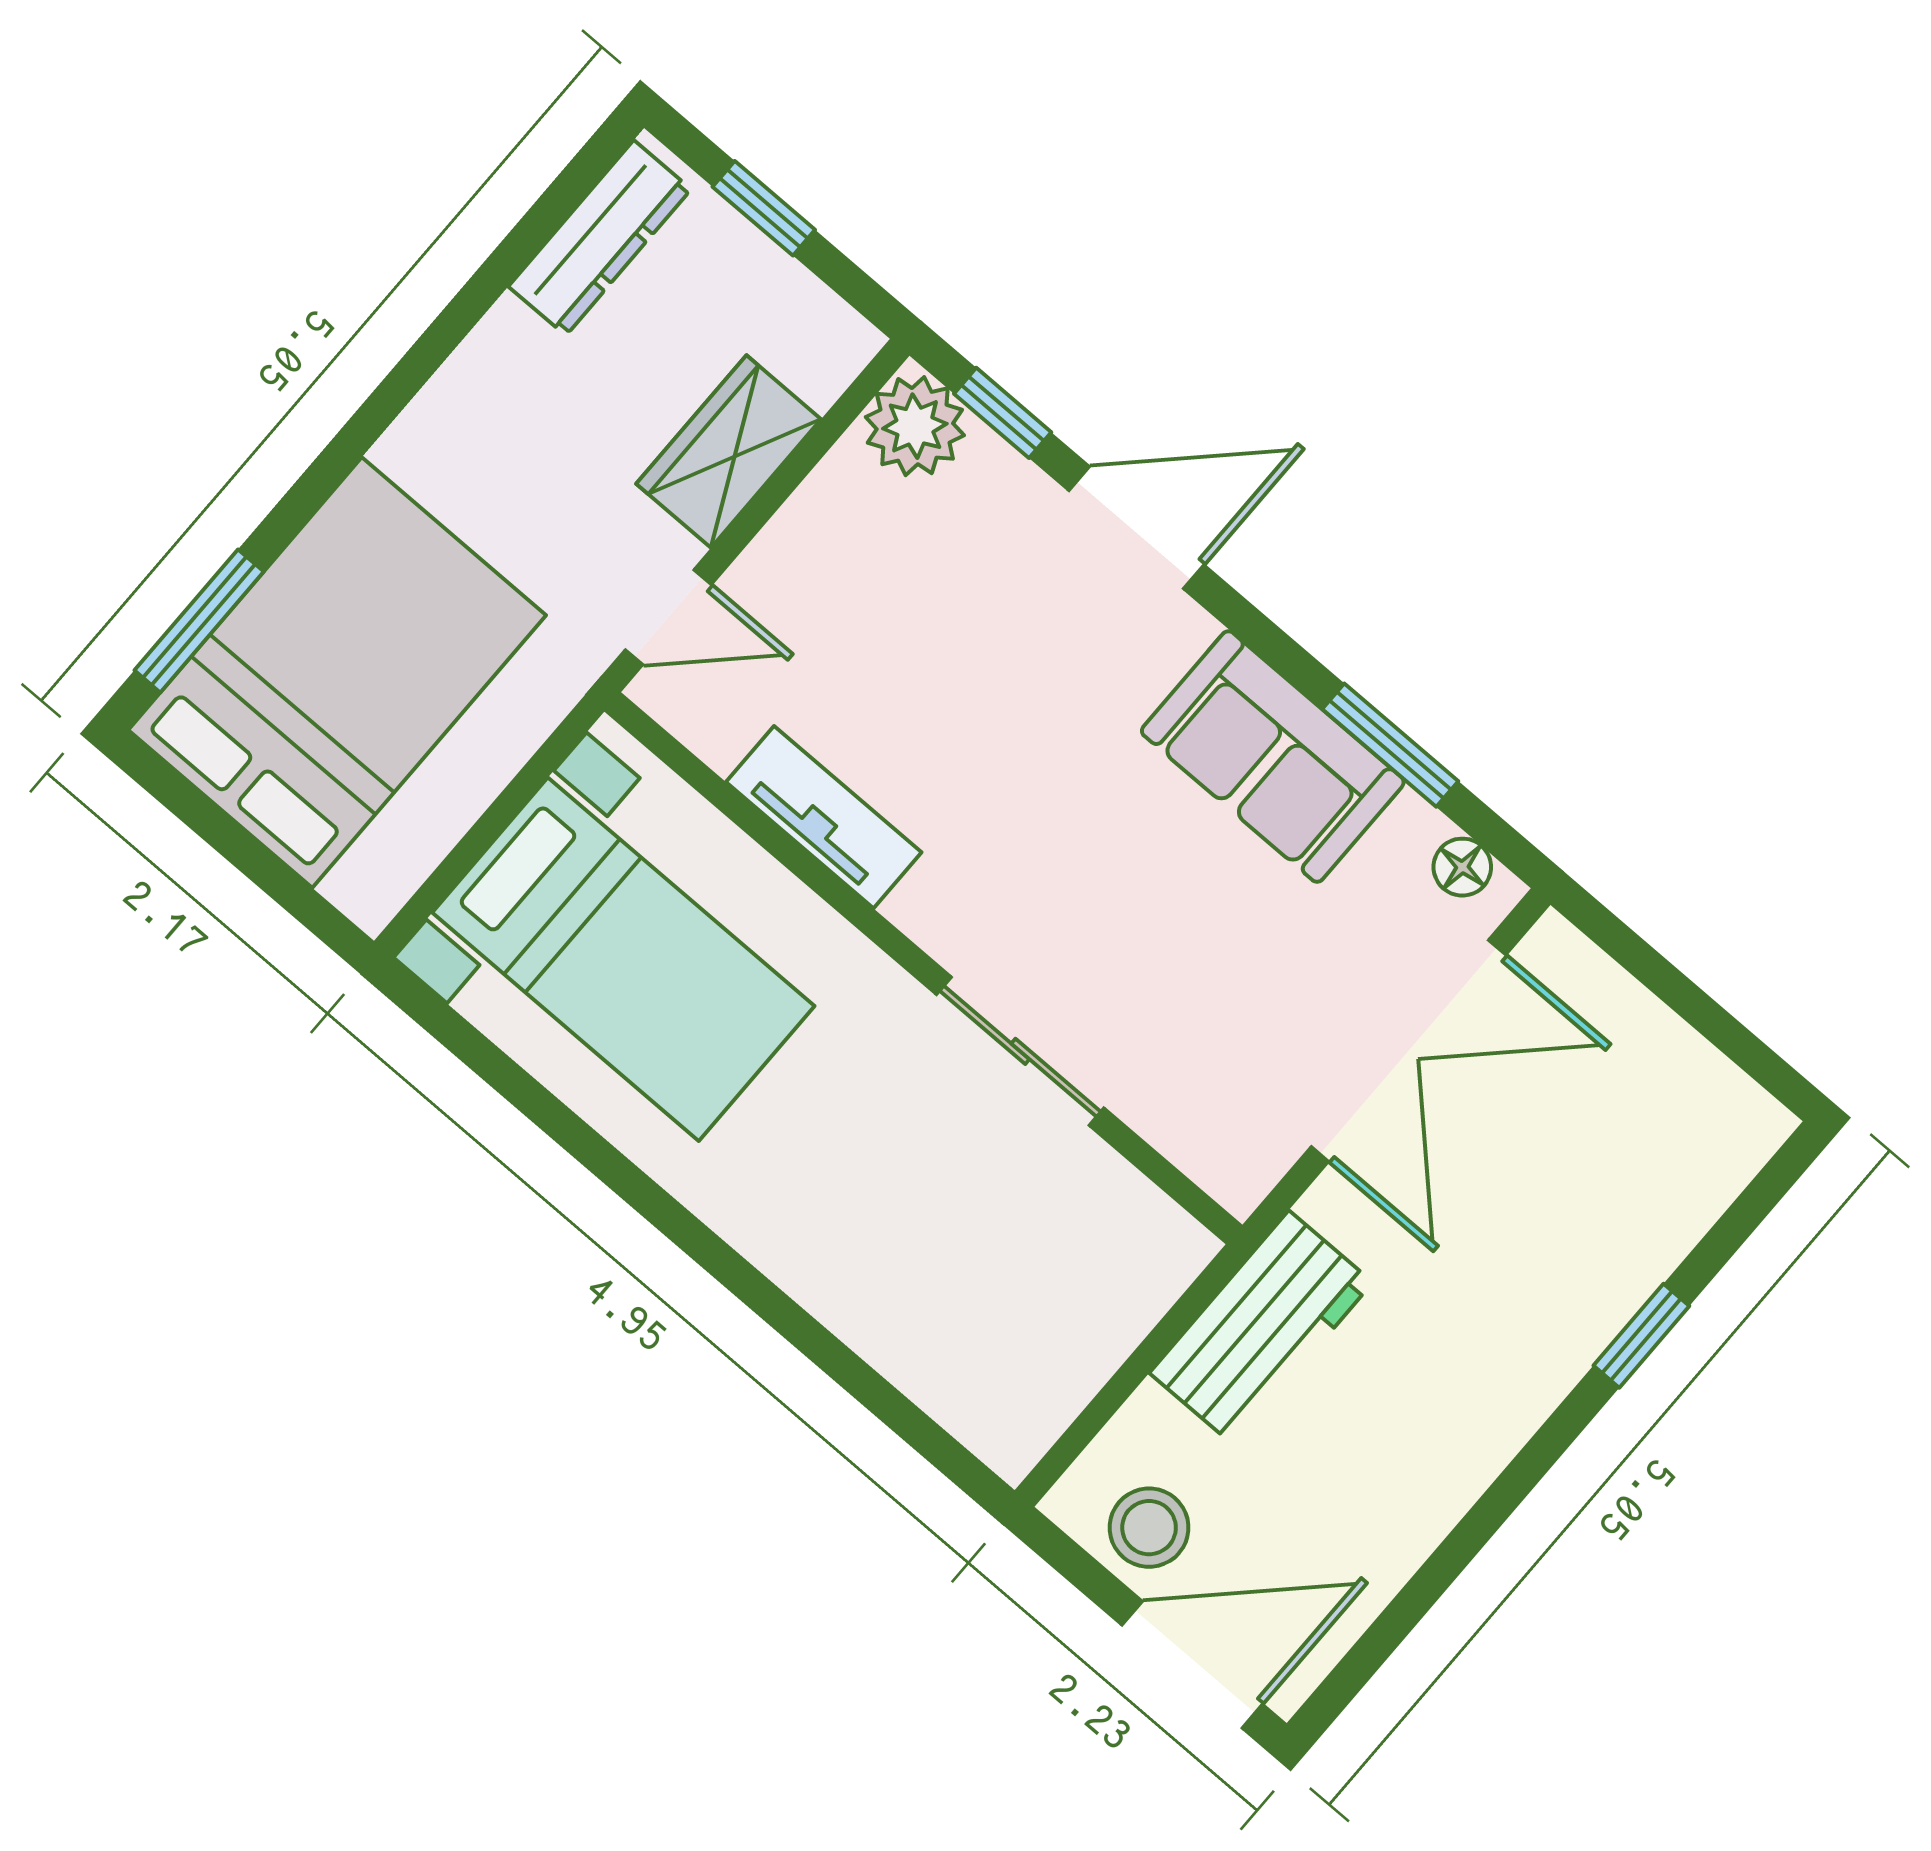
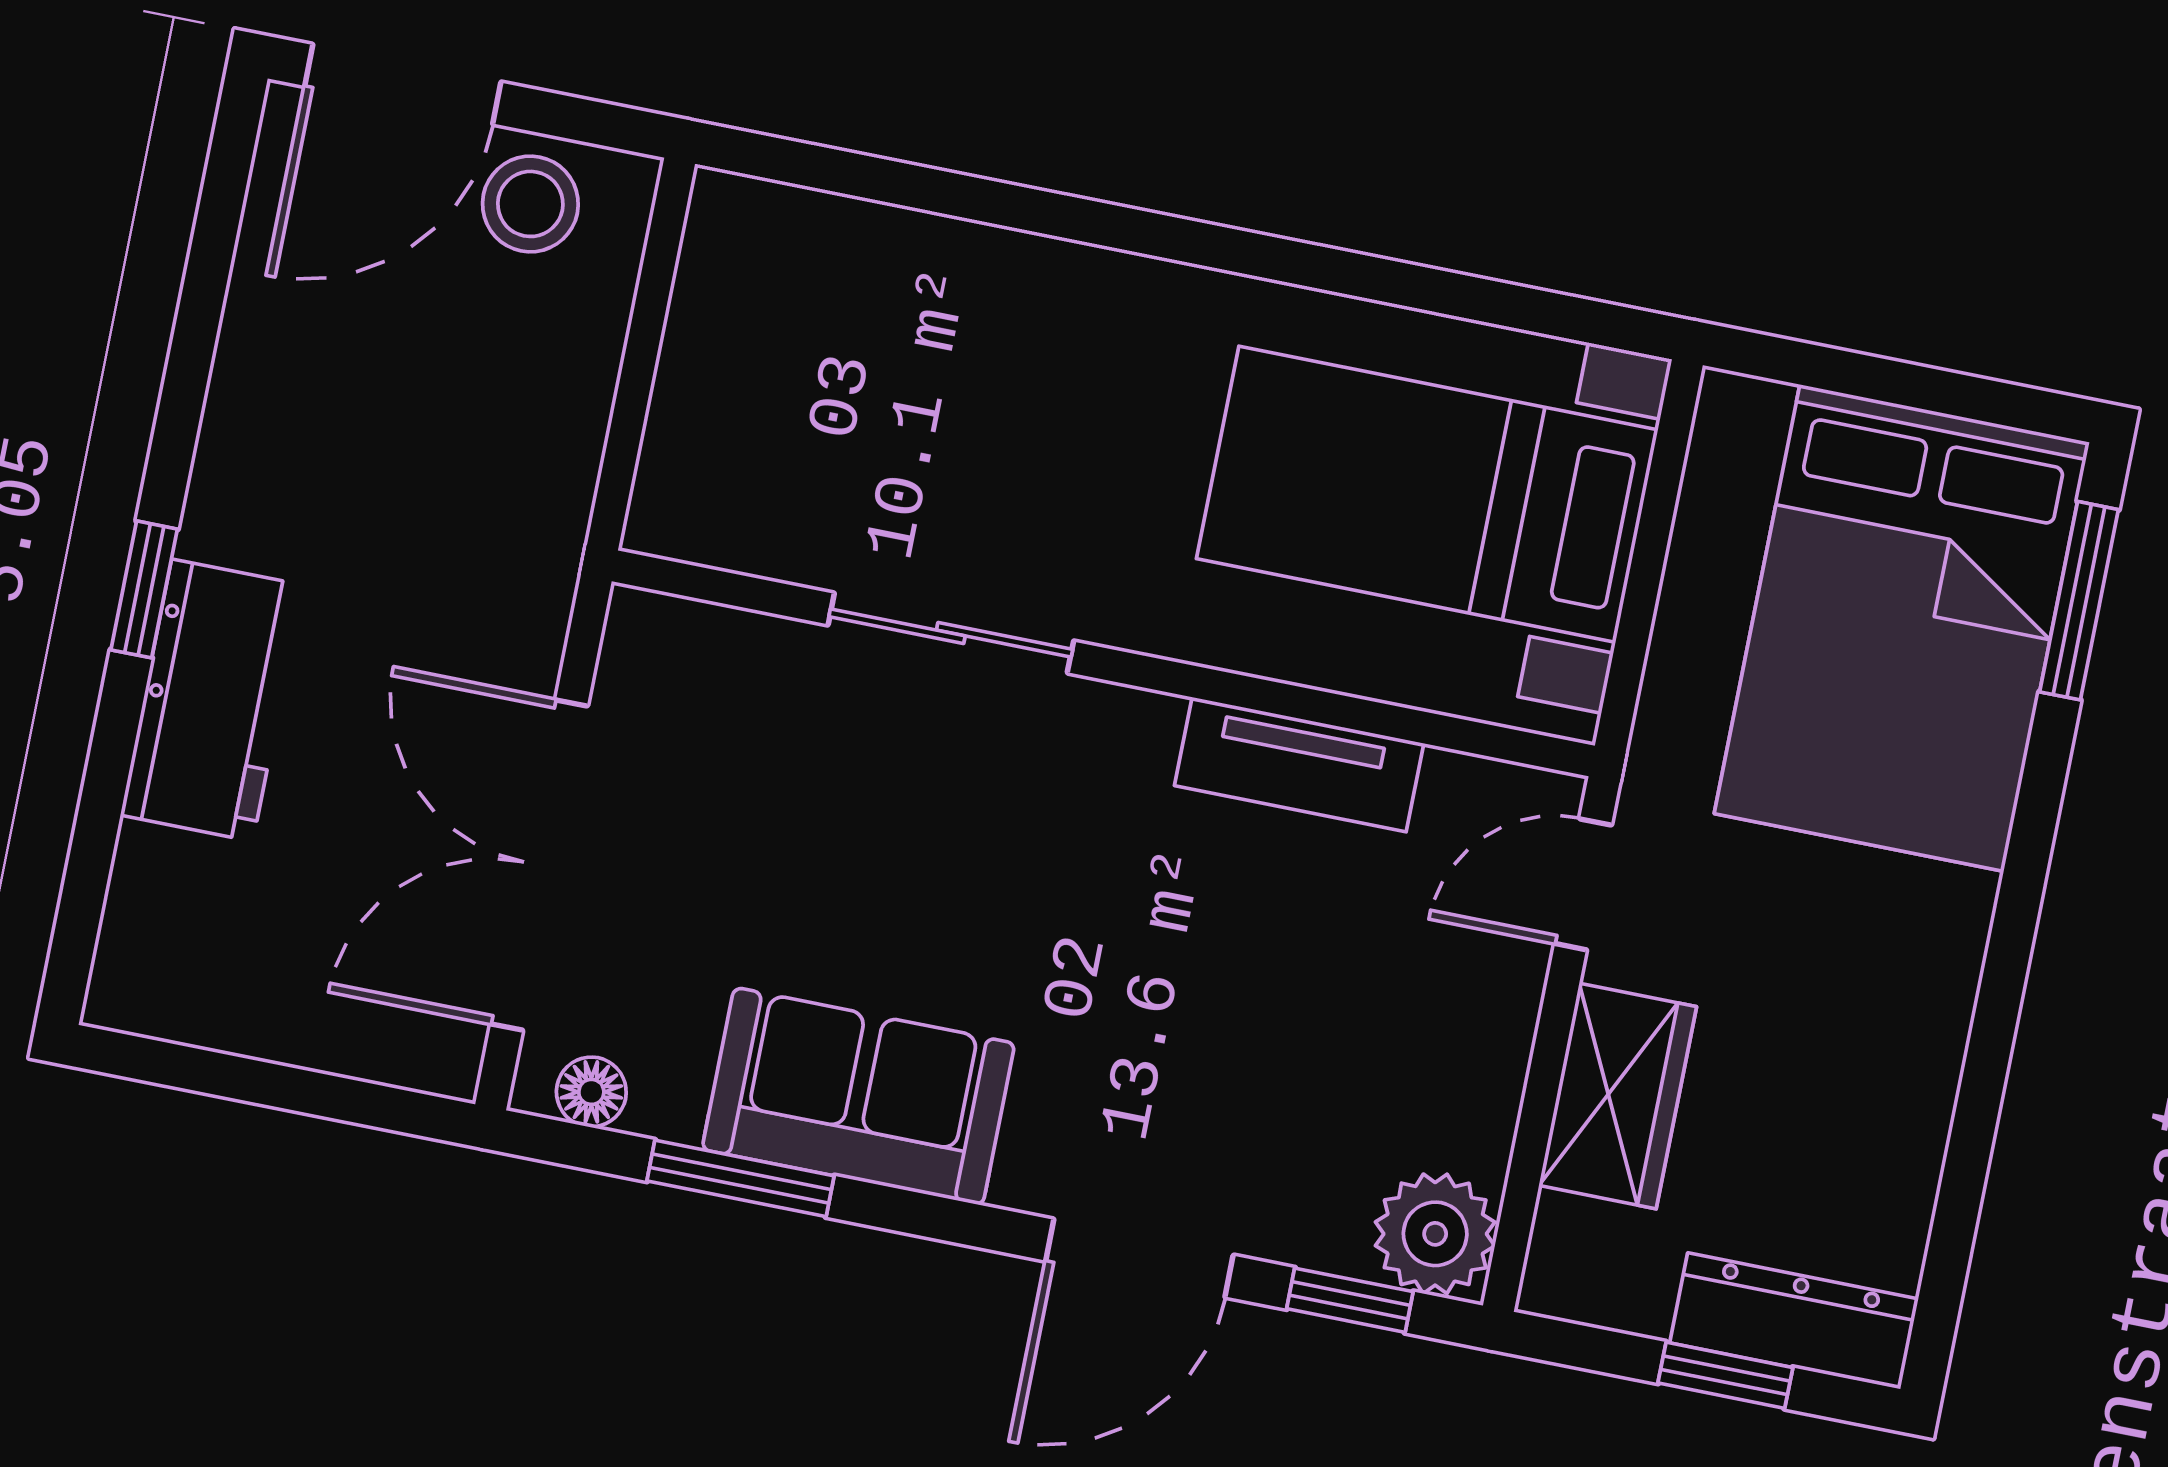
dresser: (600, 238) -> (1794, 1321), moved, turned 90
workbench: (1261, 1328) -> (212, 700), moved, turned 180
window: (1641, 1336) -> (144, 589), moved

